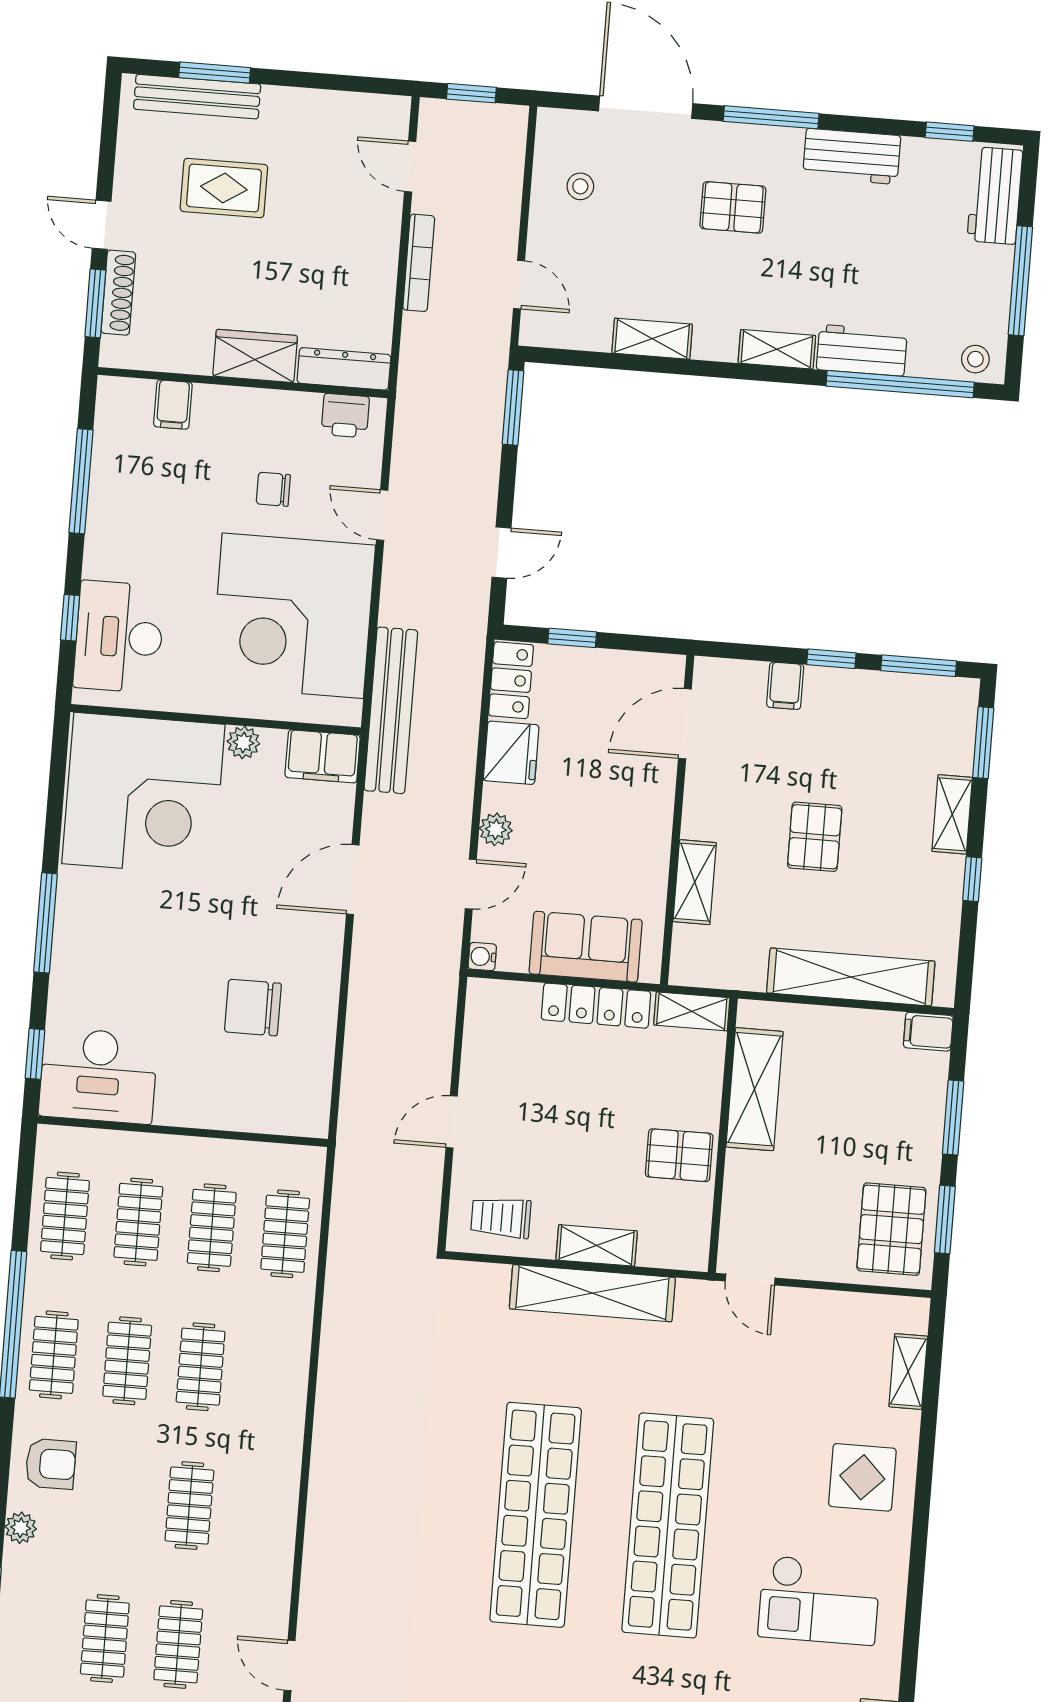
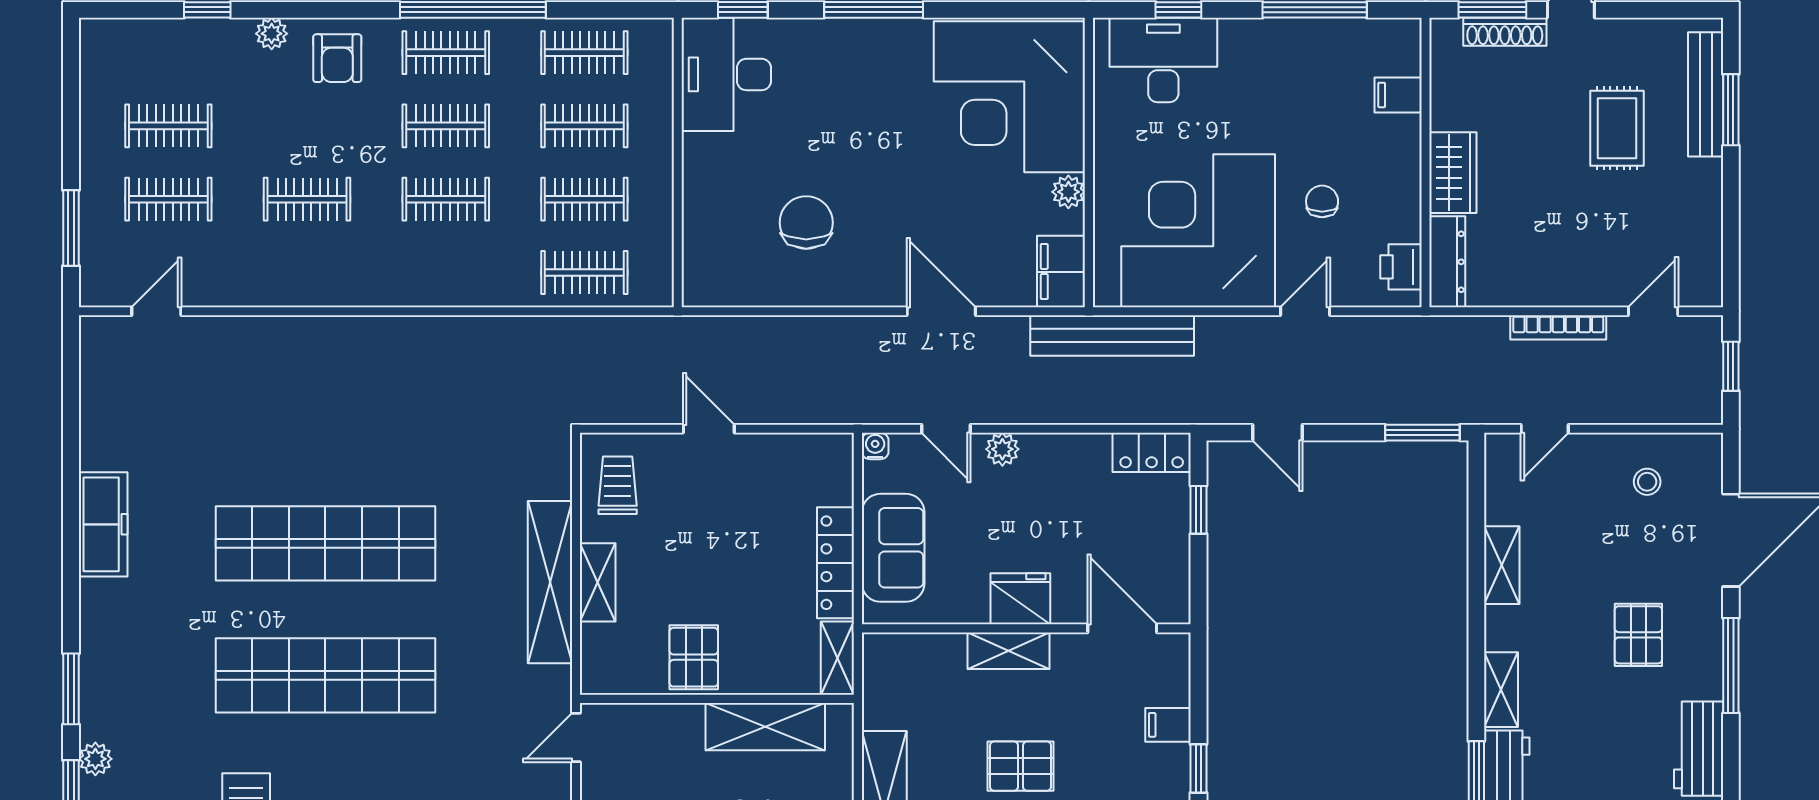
fridge: (511, 753) -> (1020, 599), moved, turned 180
shelving: (695, 882) -> (1009, 651), moved

